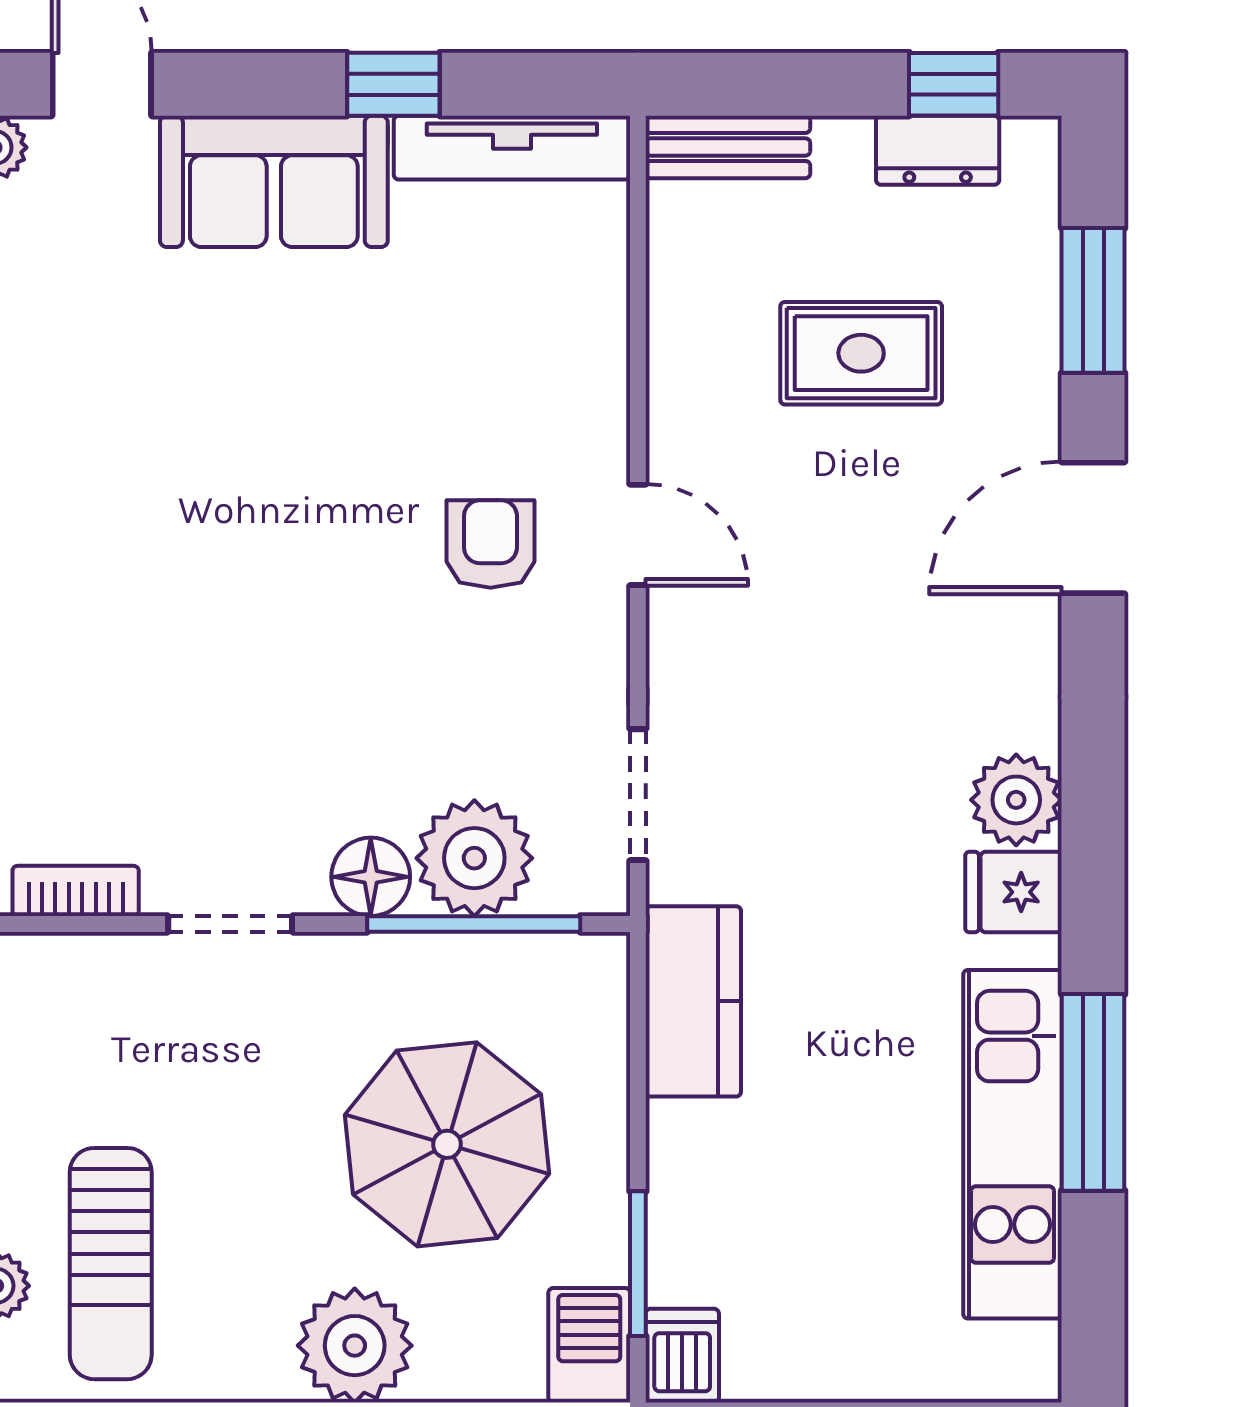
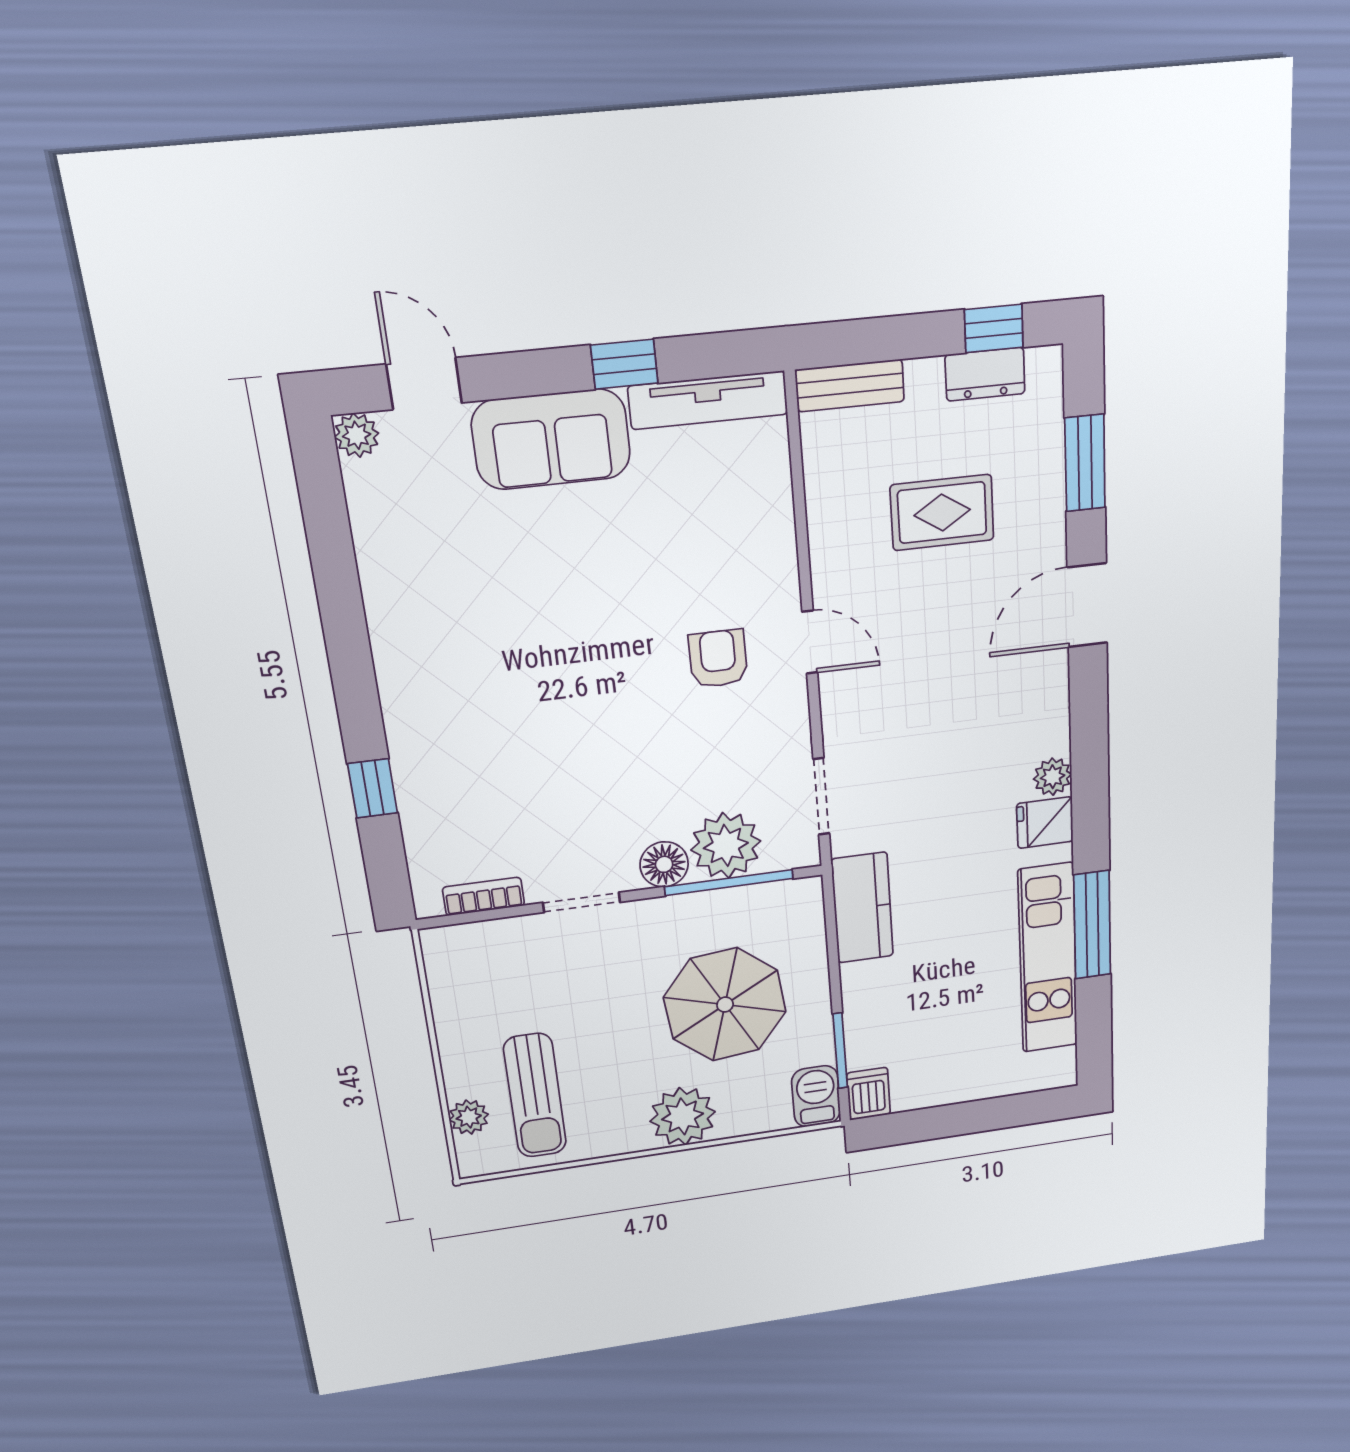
plant: (1016, 800) -> (1053, 777), width x0.73, depth x0.73

